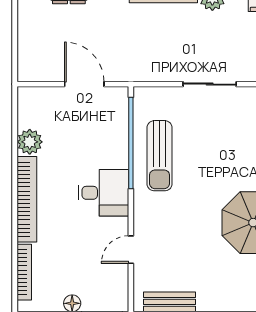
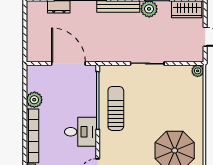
door: (84, 84) -> (68, 63), width x1.36
sun lounger: (160, 156) -> (116, 108), turned 180

